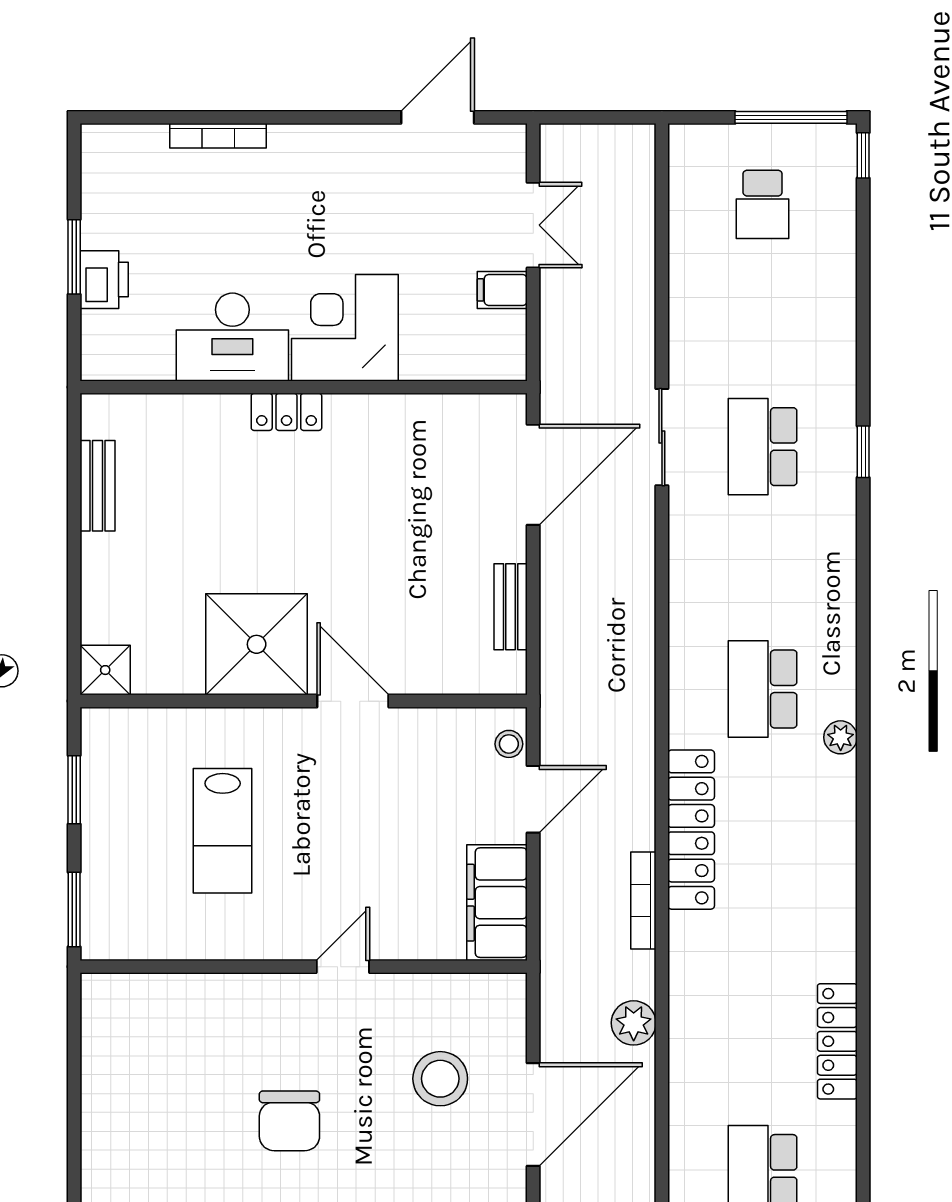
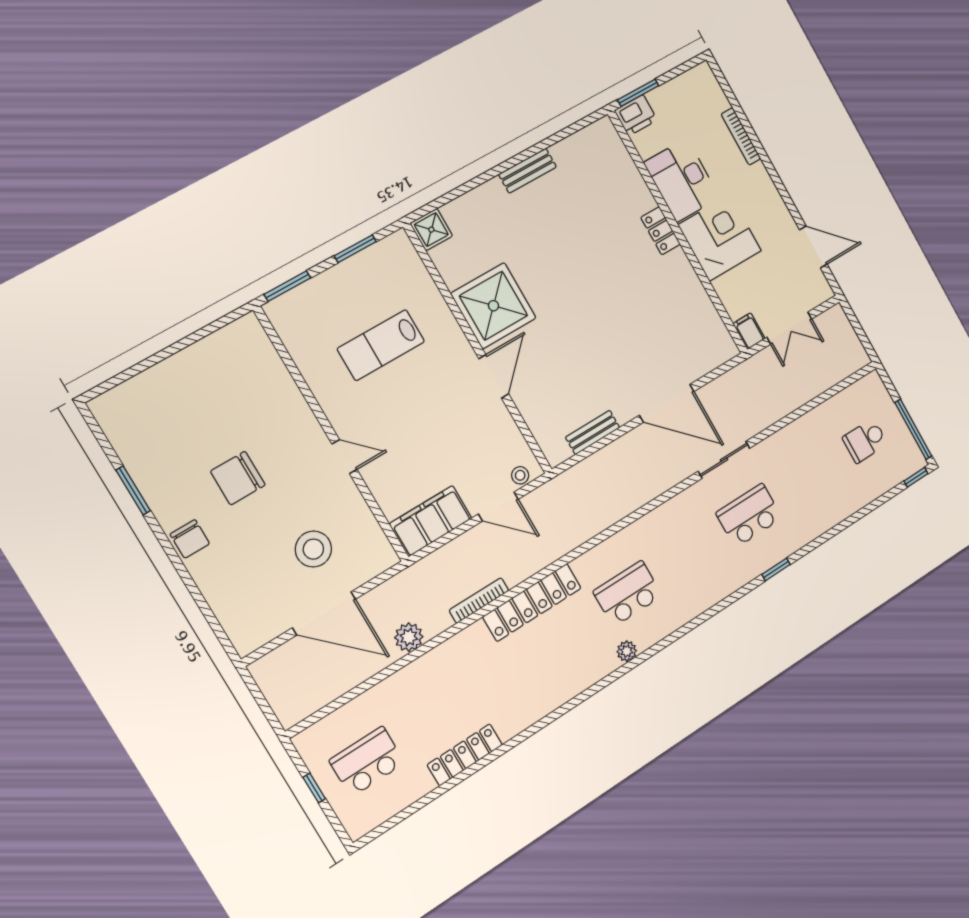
corner desk: (345, 328) -> (720, 238), moved
desk: (232, 337) -> (682, 180), moved
wall: (304, 387) -> (678, 233), moved
locker: (286, 412) -> (661, 231), moved

